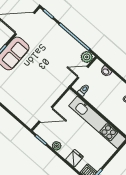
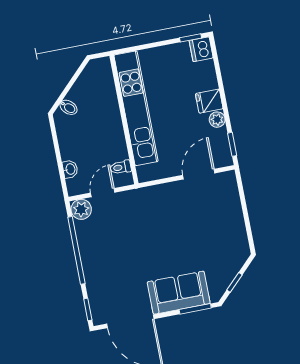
door: (83, 72) -> (103, 193), swing flipped
door: (46, 115) -> (199, 174), hinge flipped
fridge: (74, 158) -> (209, 101), moved

